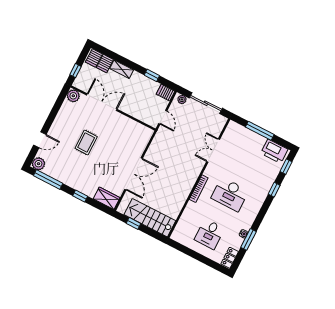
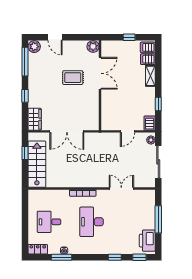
plant: (73, 96) -> (93, 46), moved
double door: (102, 102) -> (100, 73), moved
wall: (113, 108) -> (100, 85), moved

